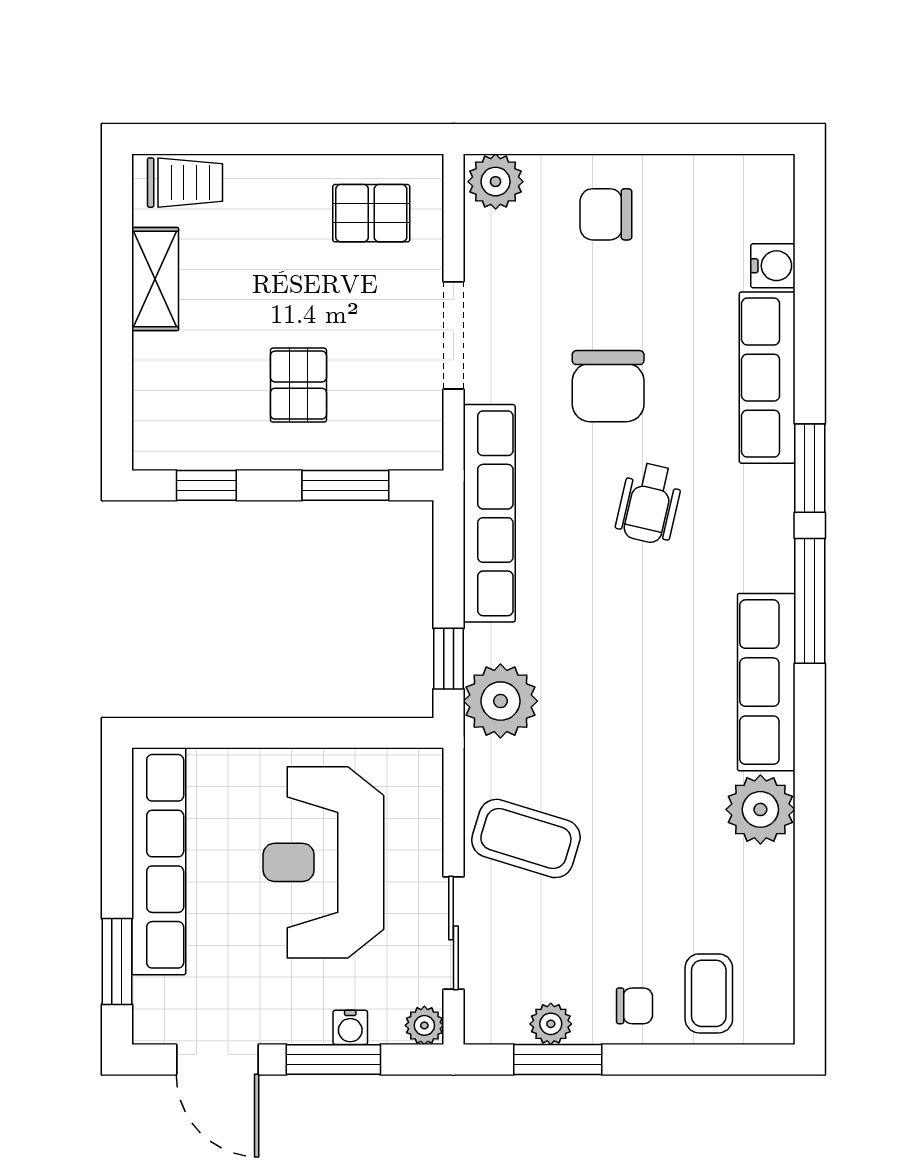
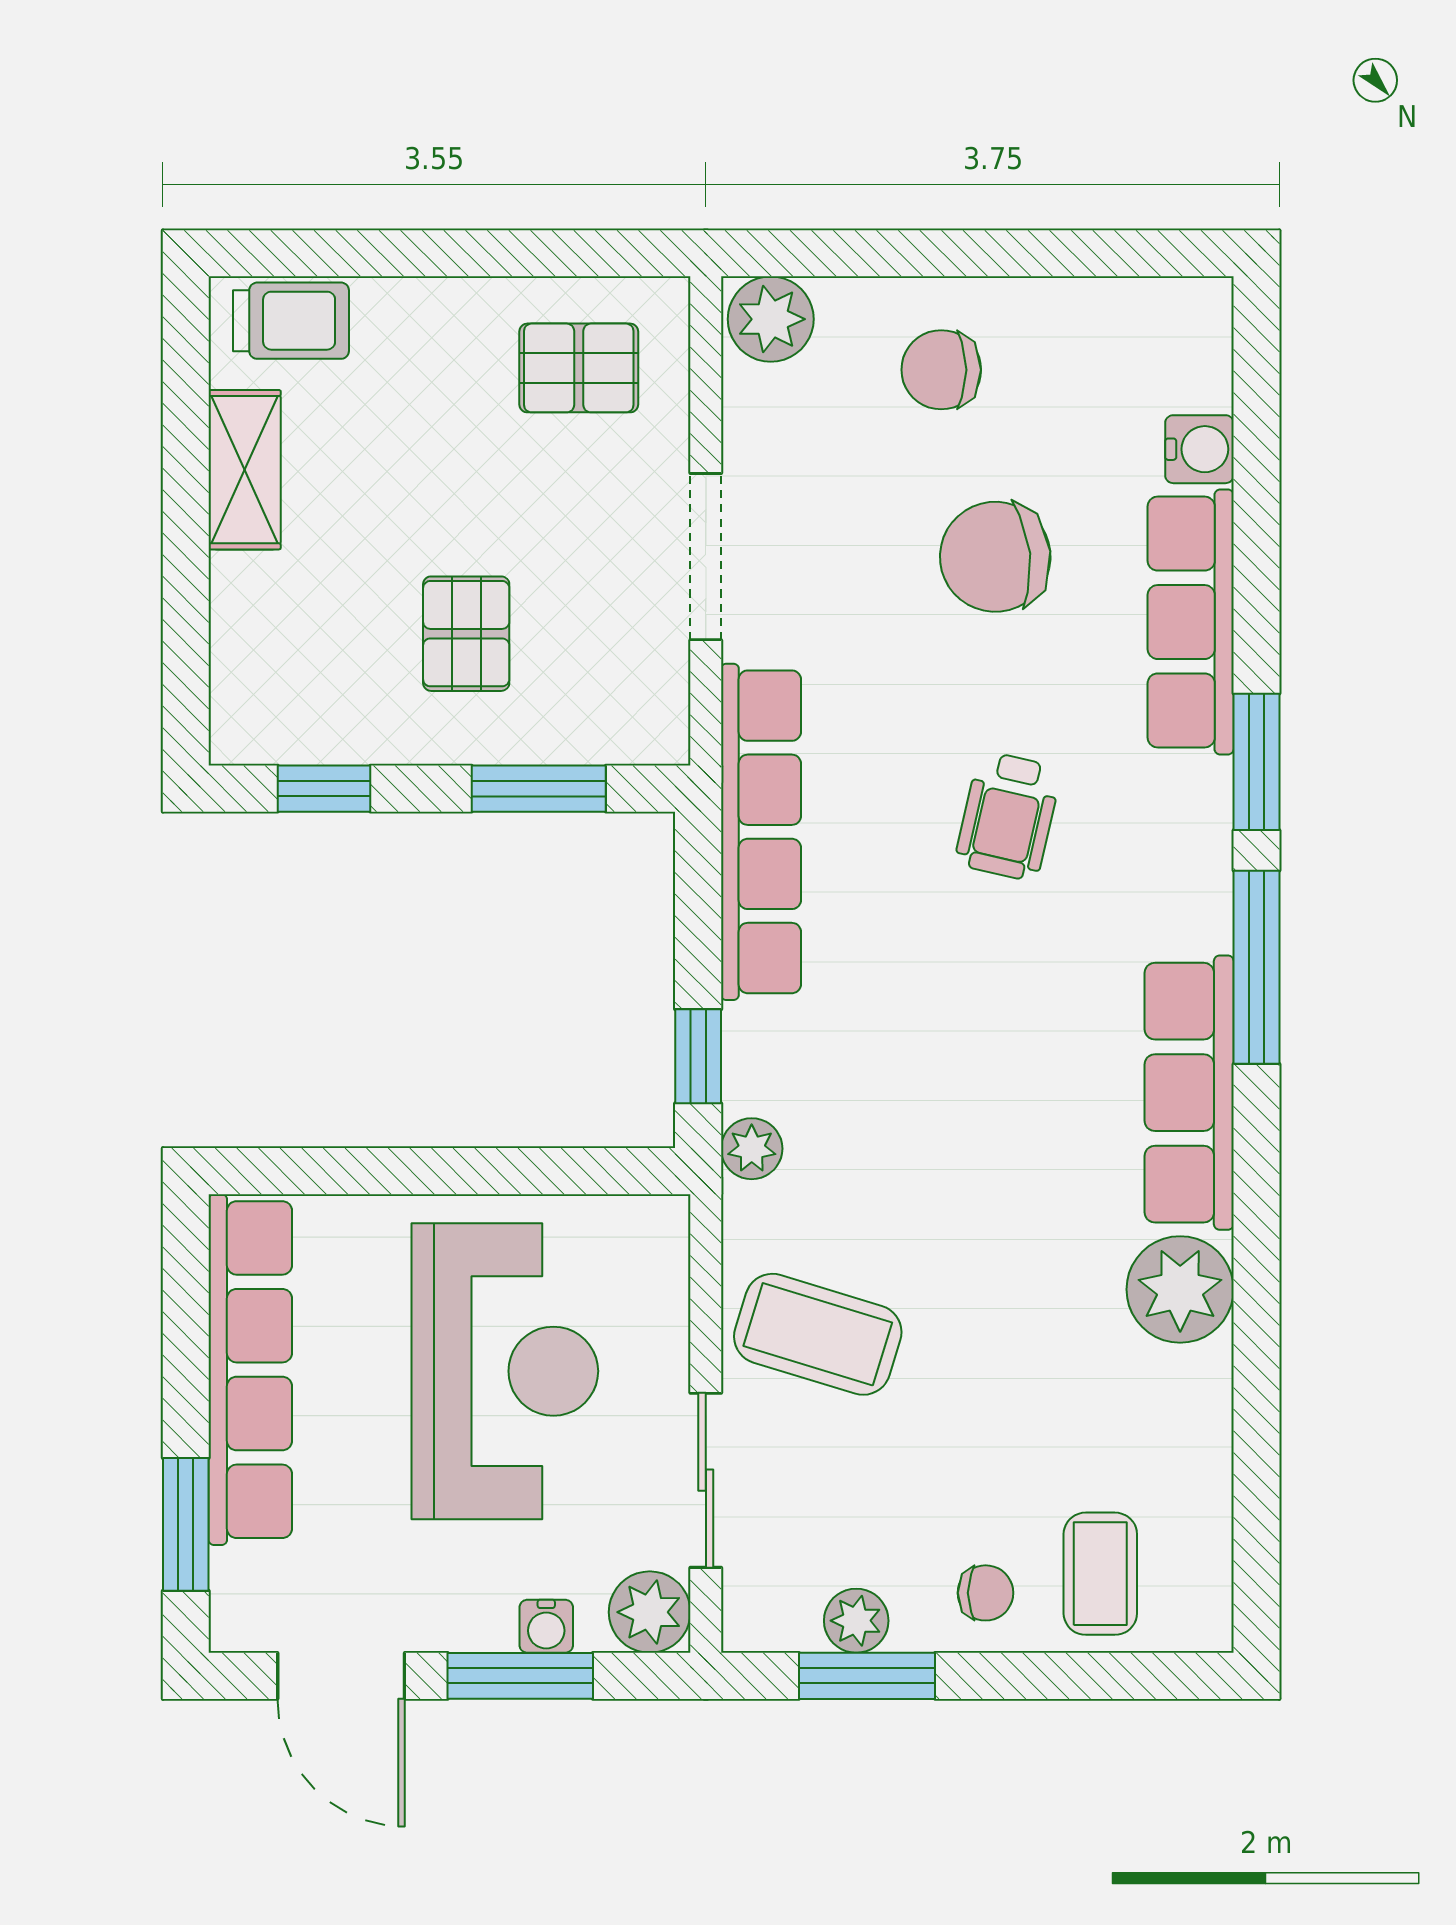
chair: (608, 386) -> (995, 557), moved, turned 84
plant: (500, 701) -> (752, 1149), width x0.53, depth x0.53
reception desk: (323, 862) -> (505, 1371), turned 180
plant: (424, 1025) -> (650, 1612), width x1.38, depth x1.38

